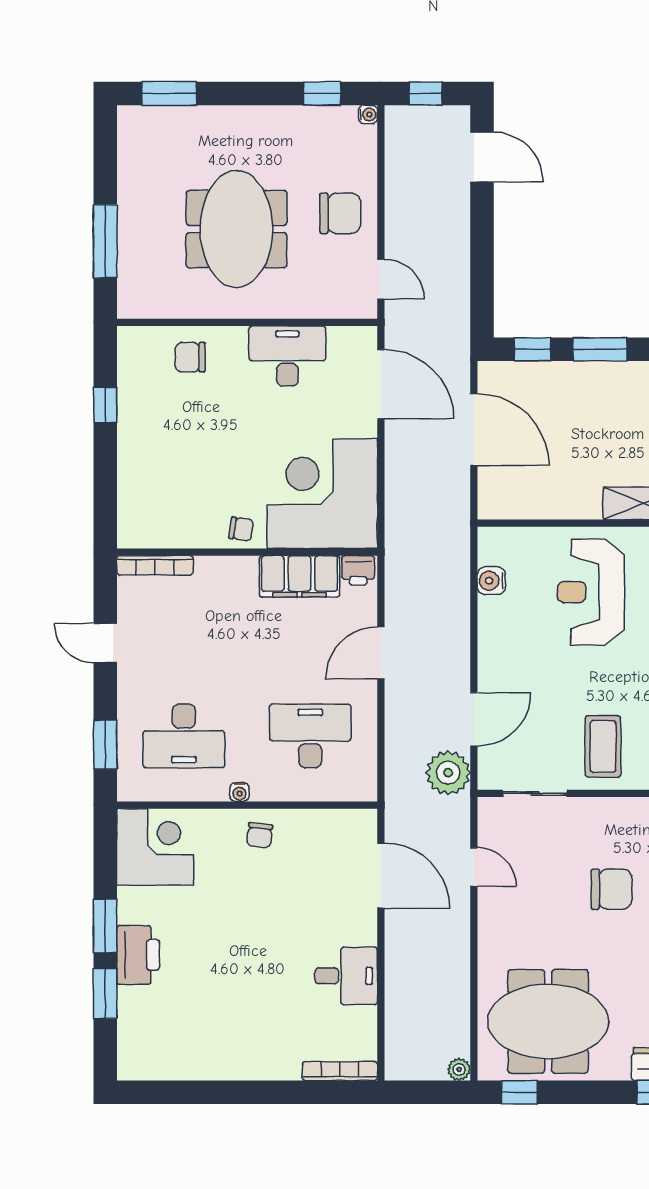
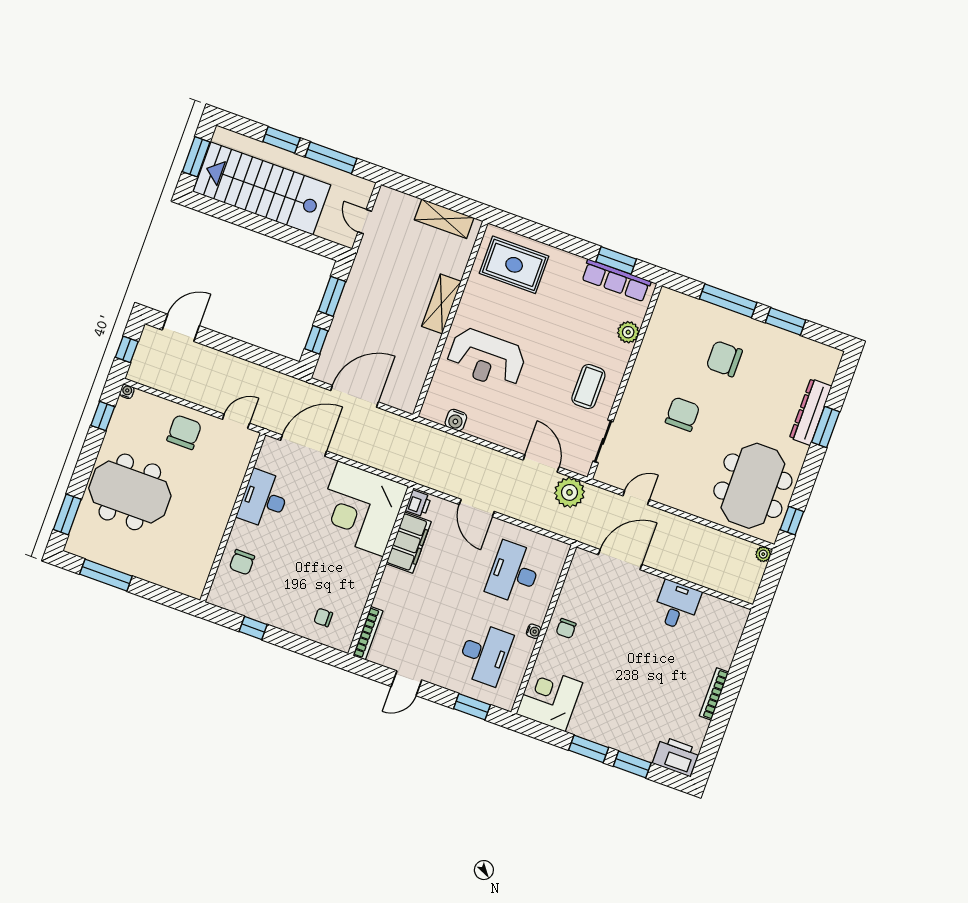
meeting table: (236, 229) -> (130, 492), moved
window: (105, 241) -> (106, 575), moved
chair: (241, 529) -> (323, 617), moved, turned -99
coffee table: (603, 746) -> (588, 387), turned 90
chair: (260, 835) -> (566, 628), turned 83
printer: (138, 955) -> (676, 756), moved
bookcase: (340, 1071) -> (714, 694), moved

